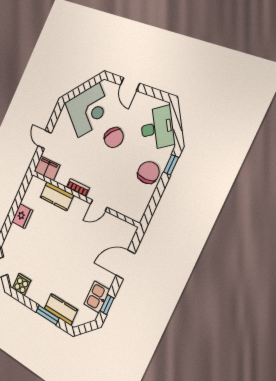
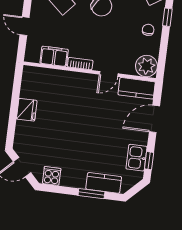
filing cabinet: (47, 168) -> (54, 56), moved
chair: (148, 173) -> (148, 30), width x0.54, depth x0.54
kitchen counter: (57, 196) -> (137, 88), moved
plant: (135, 209) -> (146, 66), added

